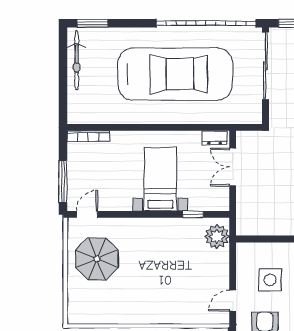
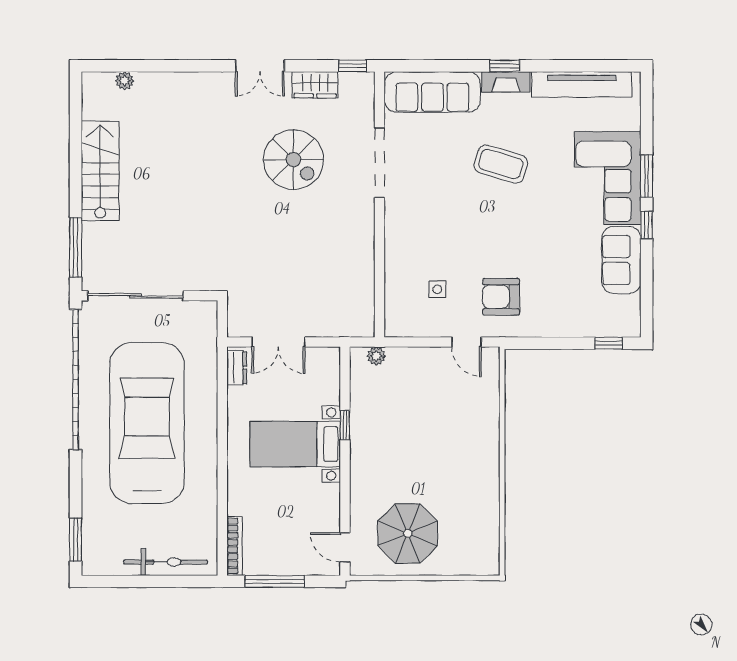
bicycle: (77, 60) -> (166, 562), moved
window: (63, 181) -> (275, 581), moved
window: (193, 214) -> (345, 425), moved
plant: (217, 237) -> (376, 356), width x0.53, depth x0.53
side table: (270, 280) -> (437, 289), width x0.54, depth x0.54

